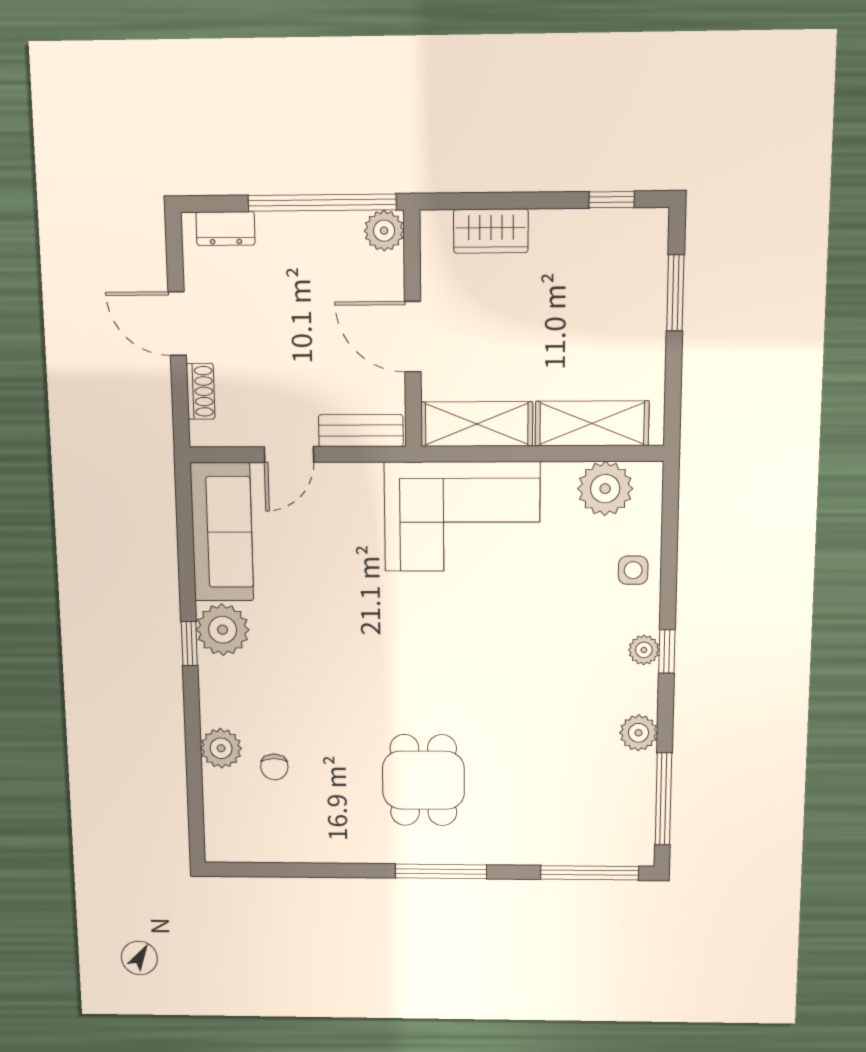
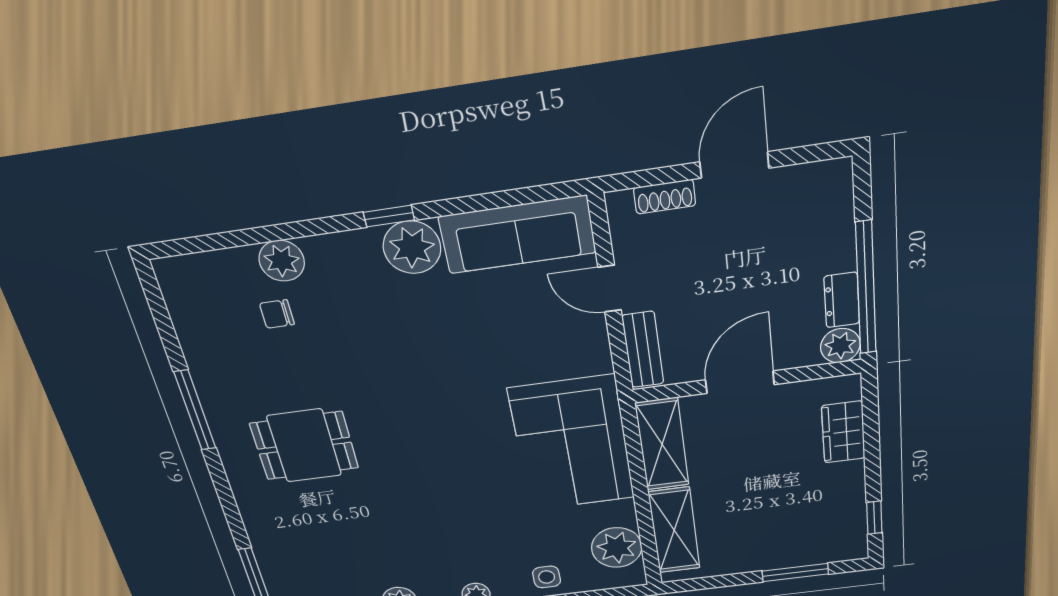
dresser: (225, 229) -> (842, 300), moved
window: (441, 871) -> (195, 410), moved

